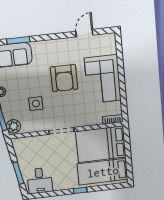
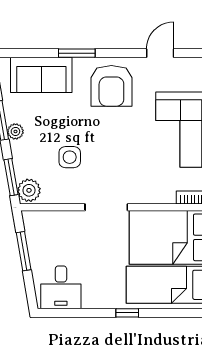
window: (18, 40) -> (77, 53), moved
armchair: (64, 78) -> (111, 86), moved
window: (18, 173) -> (24, 251), moved

